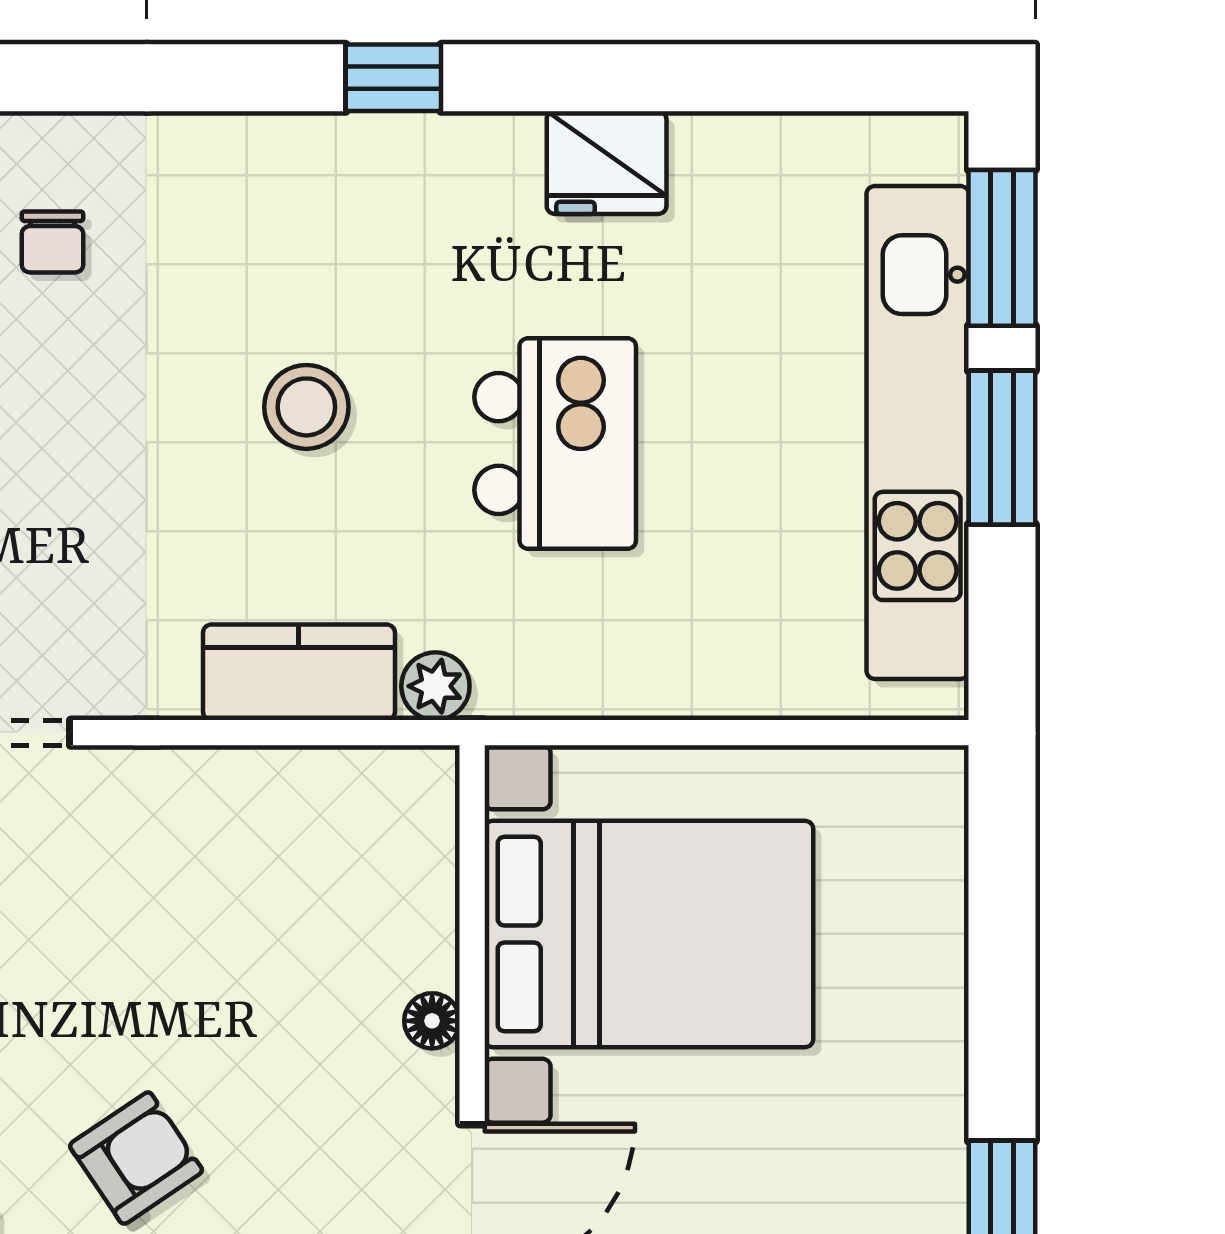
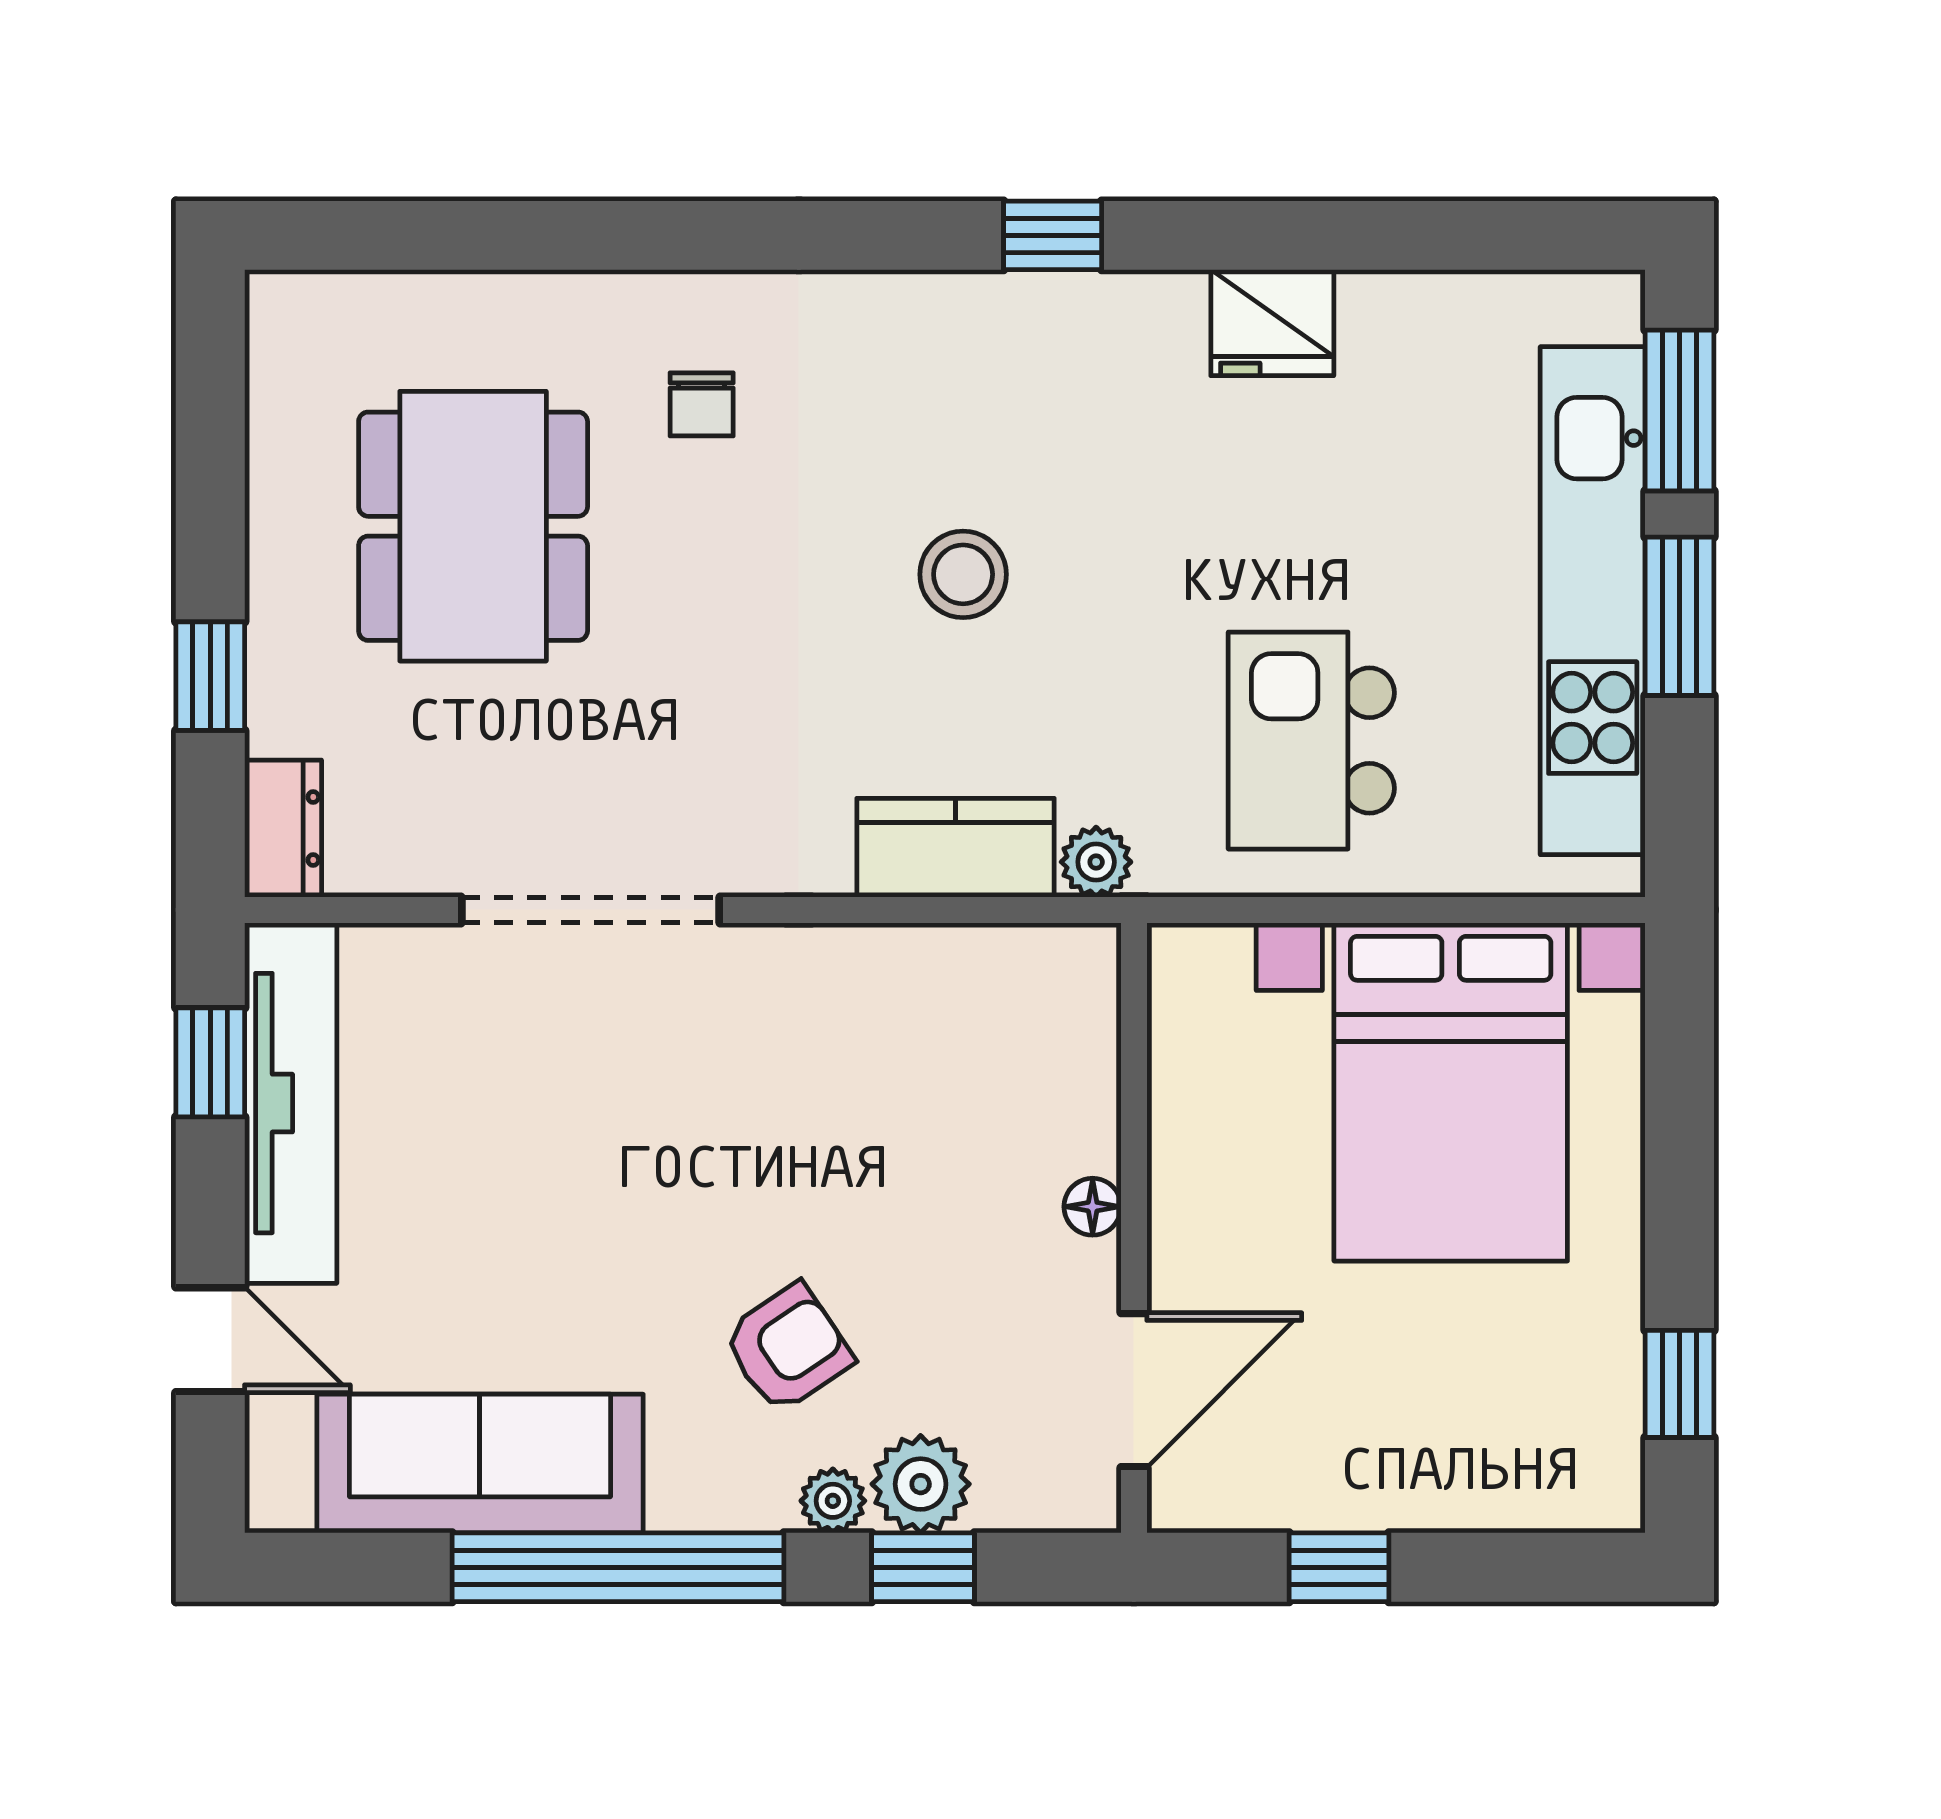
kitchen island: (555, 443) -> (1311, 741), moved, turned 180
bed with nightstands: (649, 934) -> (1451, 1092), moved, turned 90

